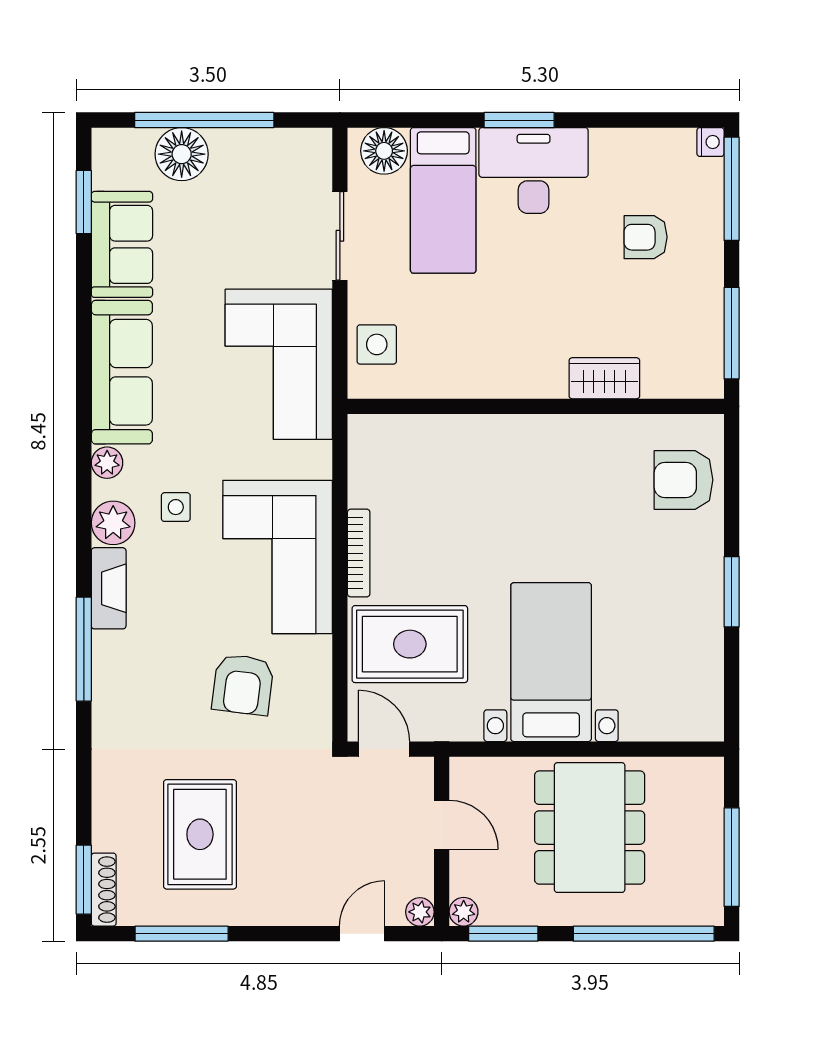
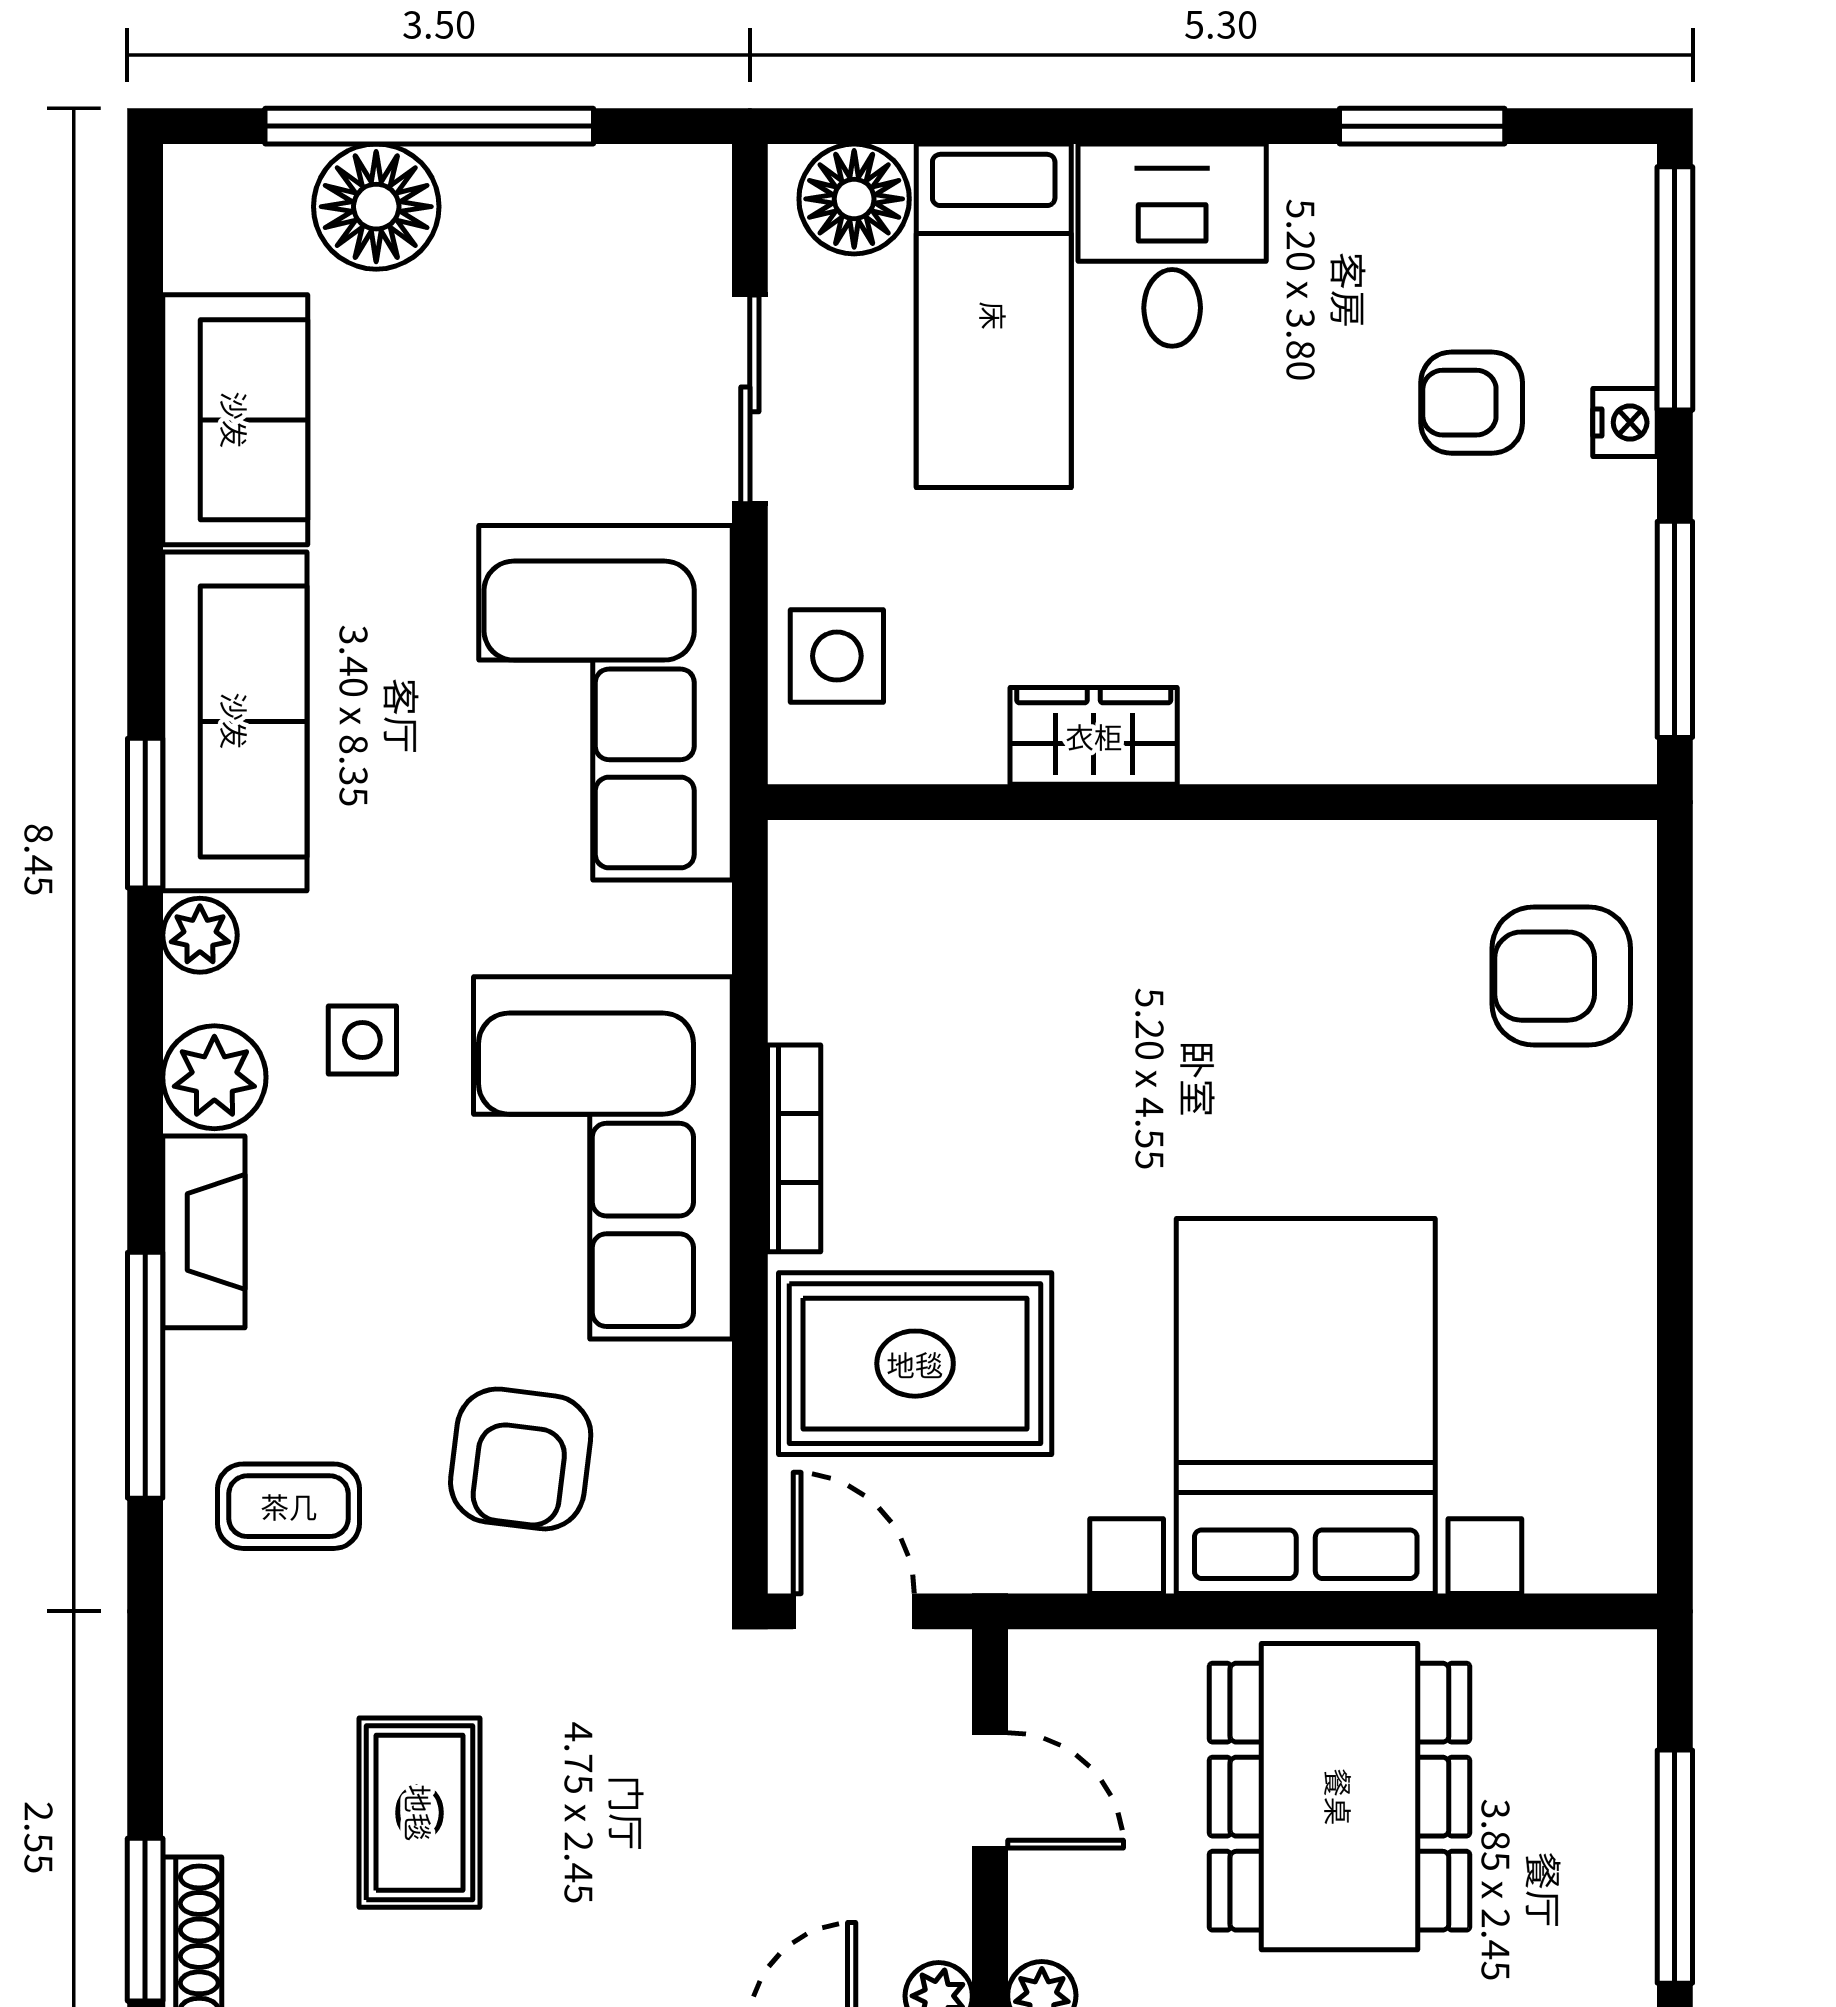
window: (519, 120) -> (1422, 126), moved
nightstand: (710, 142) -> (1625, 423), moved
desk: (534, 170) -> (1172, 245), width x0.73
window: (84, 202) -> (145, 813), moved
wardrobe: (604, 378) -> (1094, 736), moved
window: (732, 592) -> (1675, 1240), removed
bed with nightstands: (551, 662) -> (1306, 1406), width x1.36
coffee table: (145, 705) -> (289, 1506), added
rug: (200, 834) -> (419, 1813), width x0.73, depth x0.70

